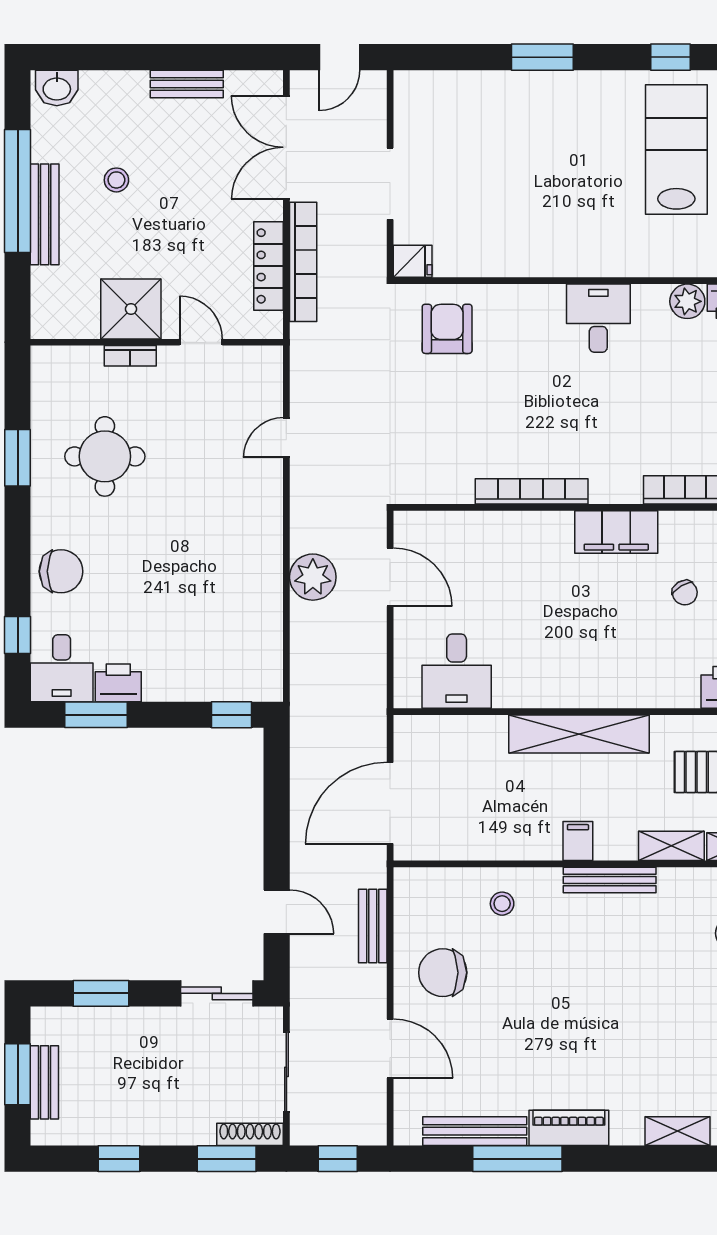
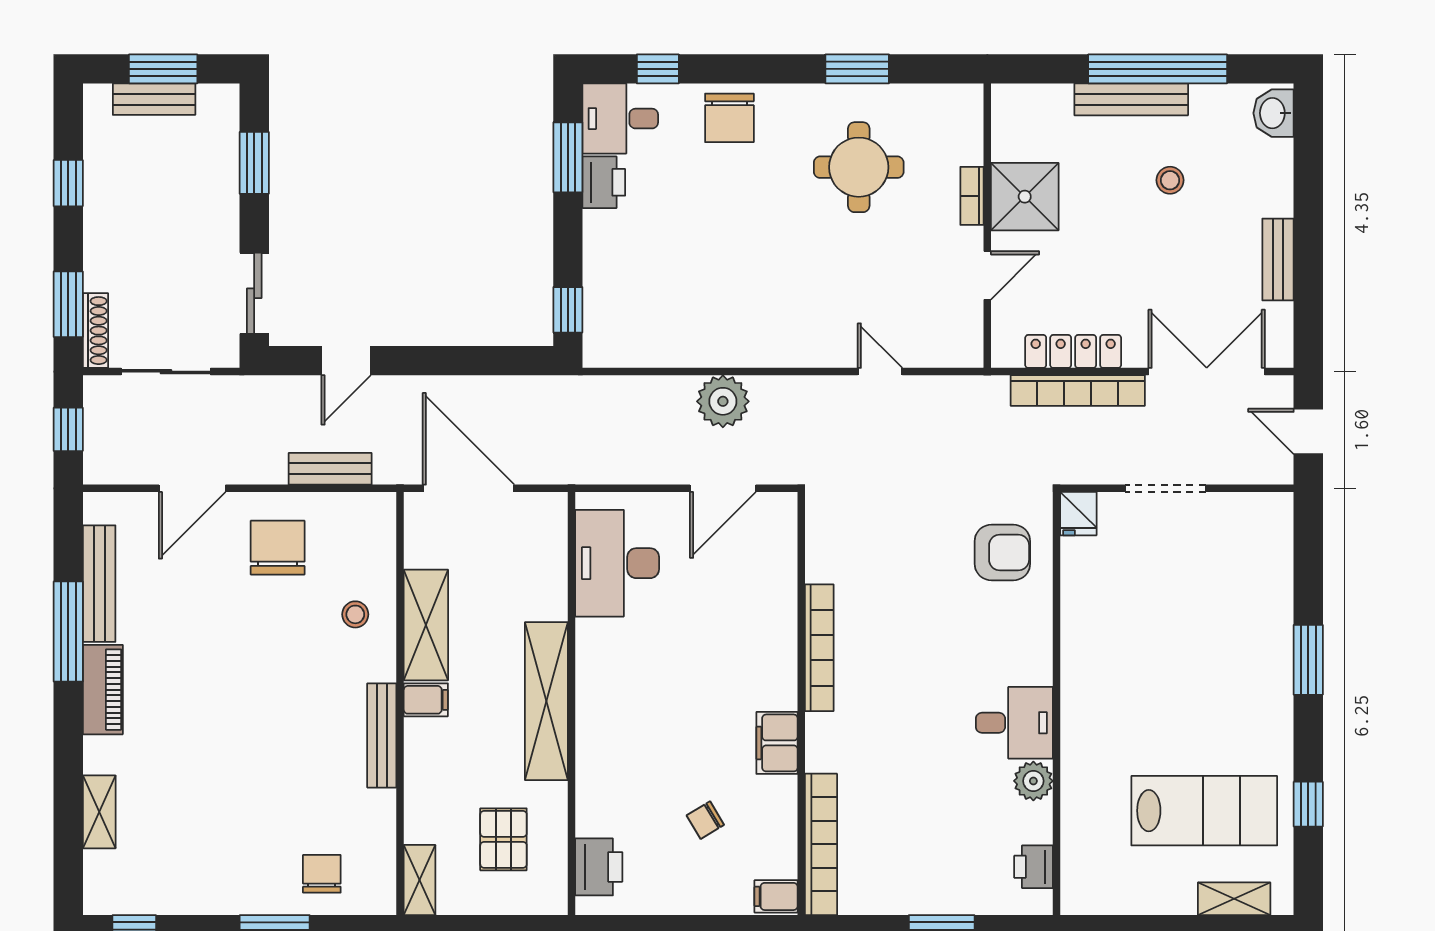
plant: (687, 301) -> (1033, 781), moved
filing cabinet: (616, 532) -> (777, 743), width x0.67, depth x0.86
desk: (457, 671) -> (617, 563), width x1.37
shelving: (671, 846) -> (426, 625), moved, width x1.50, depth x1.33

